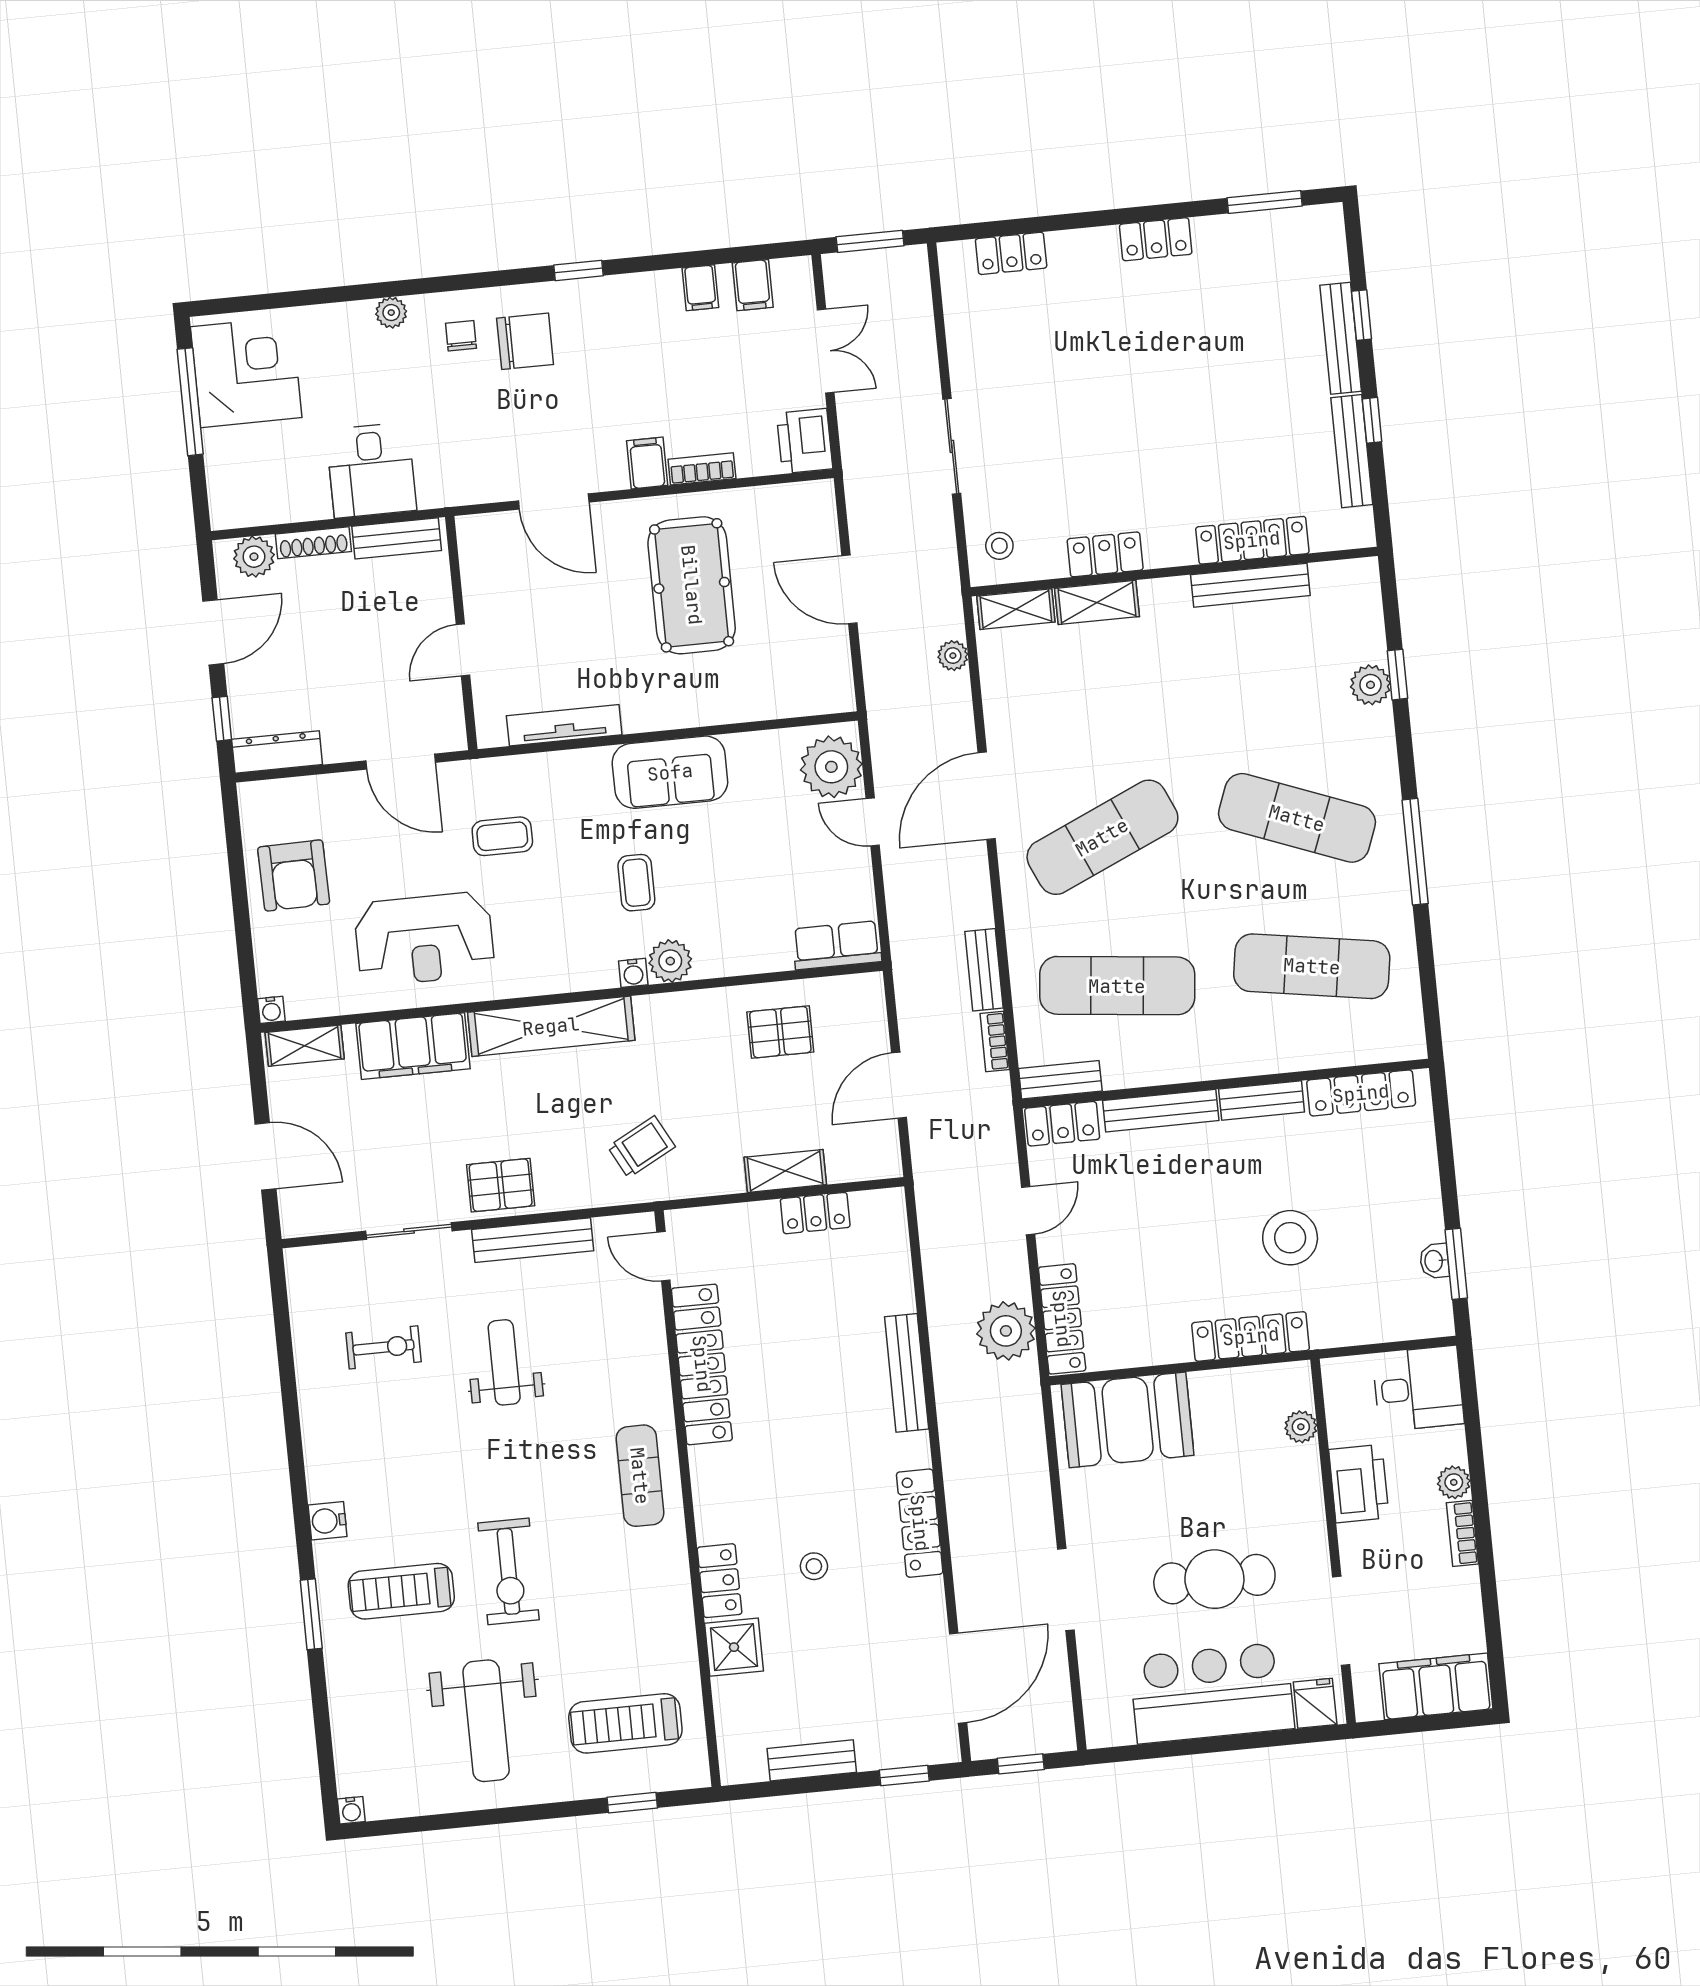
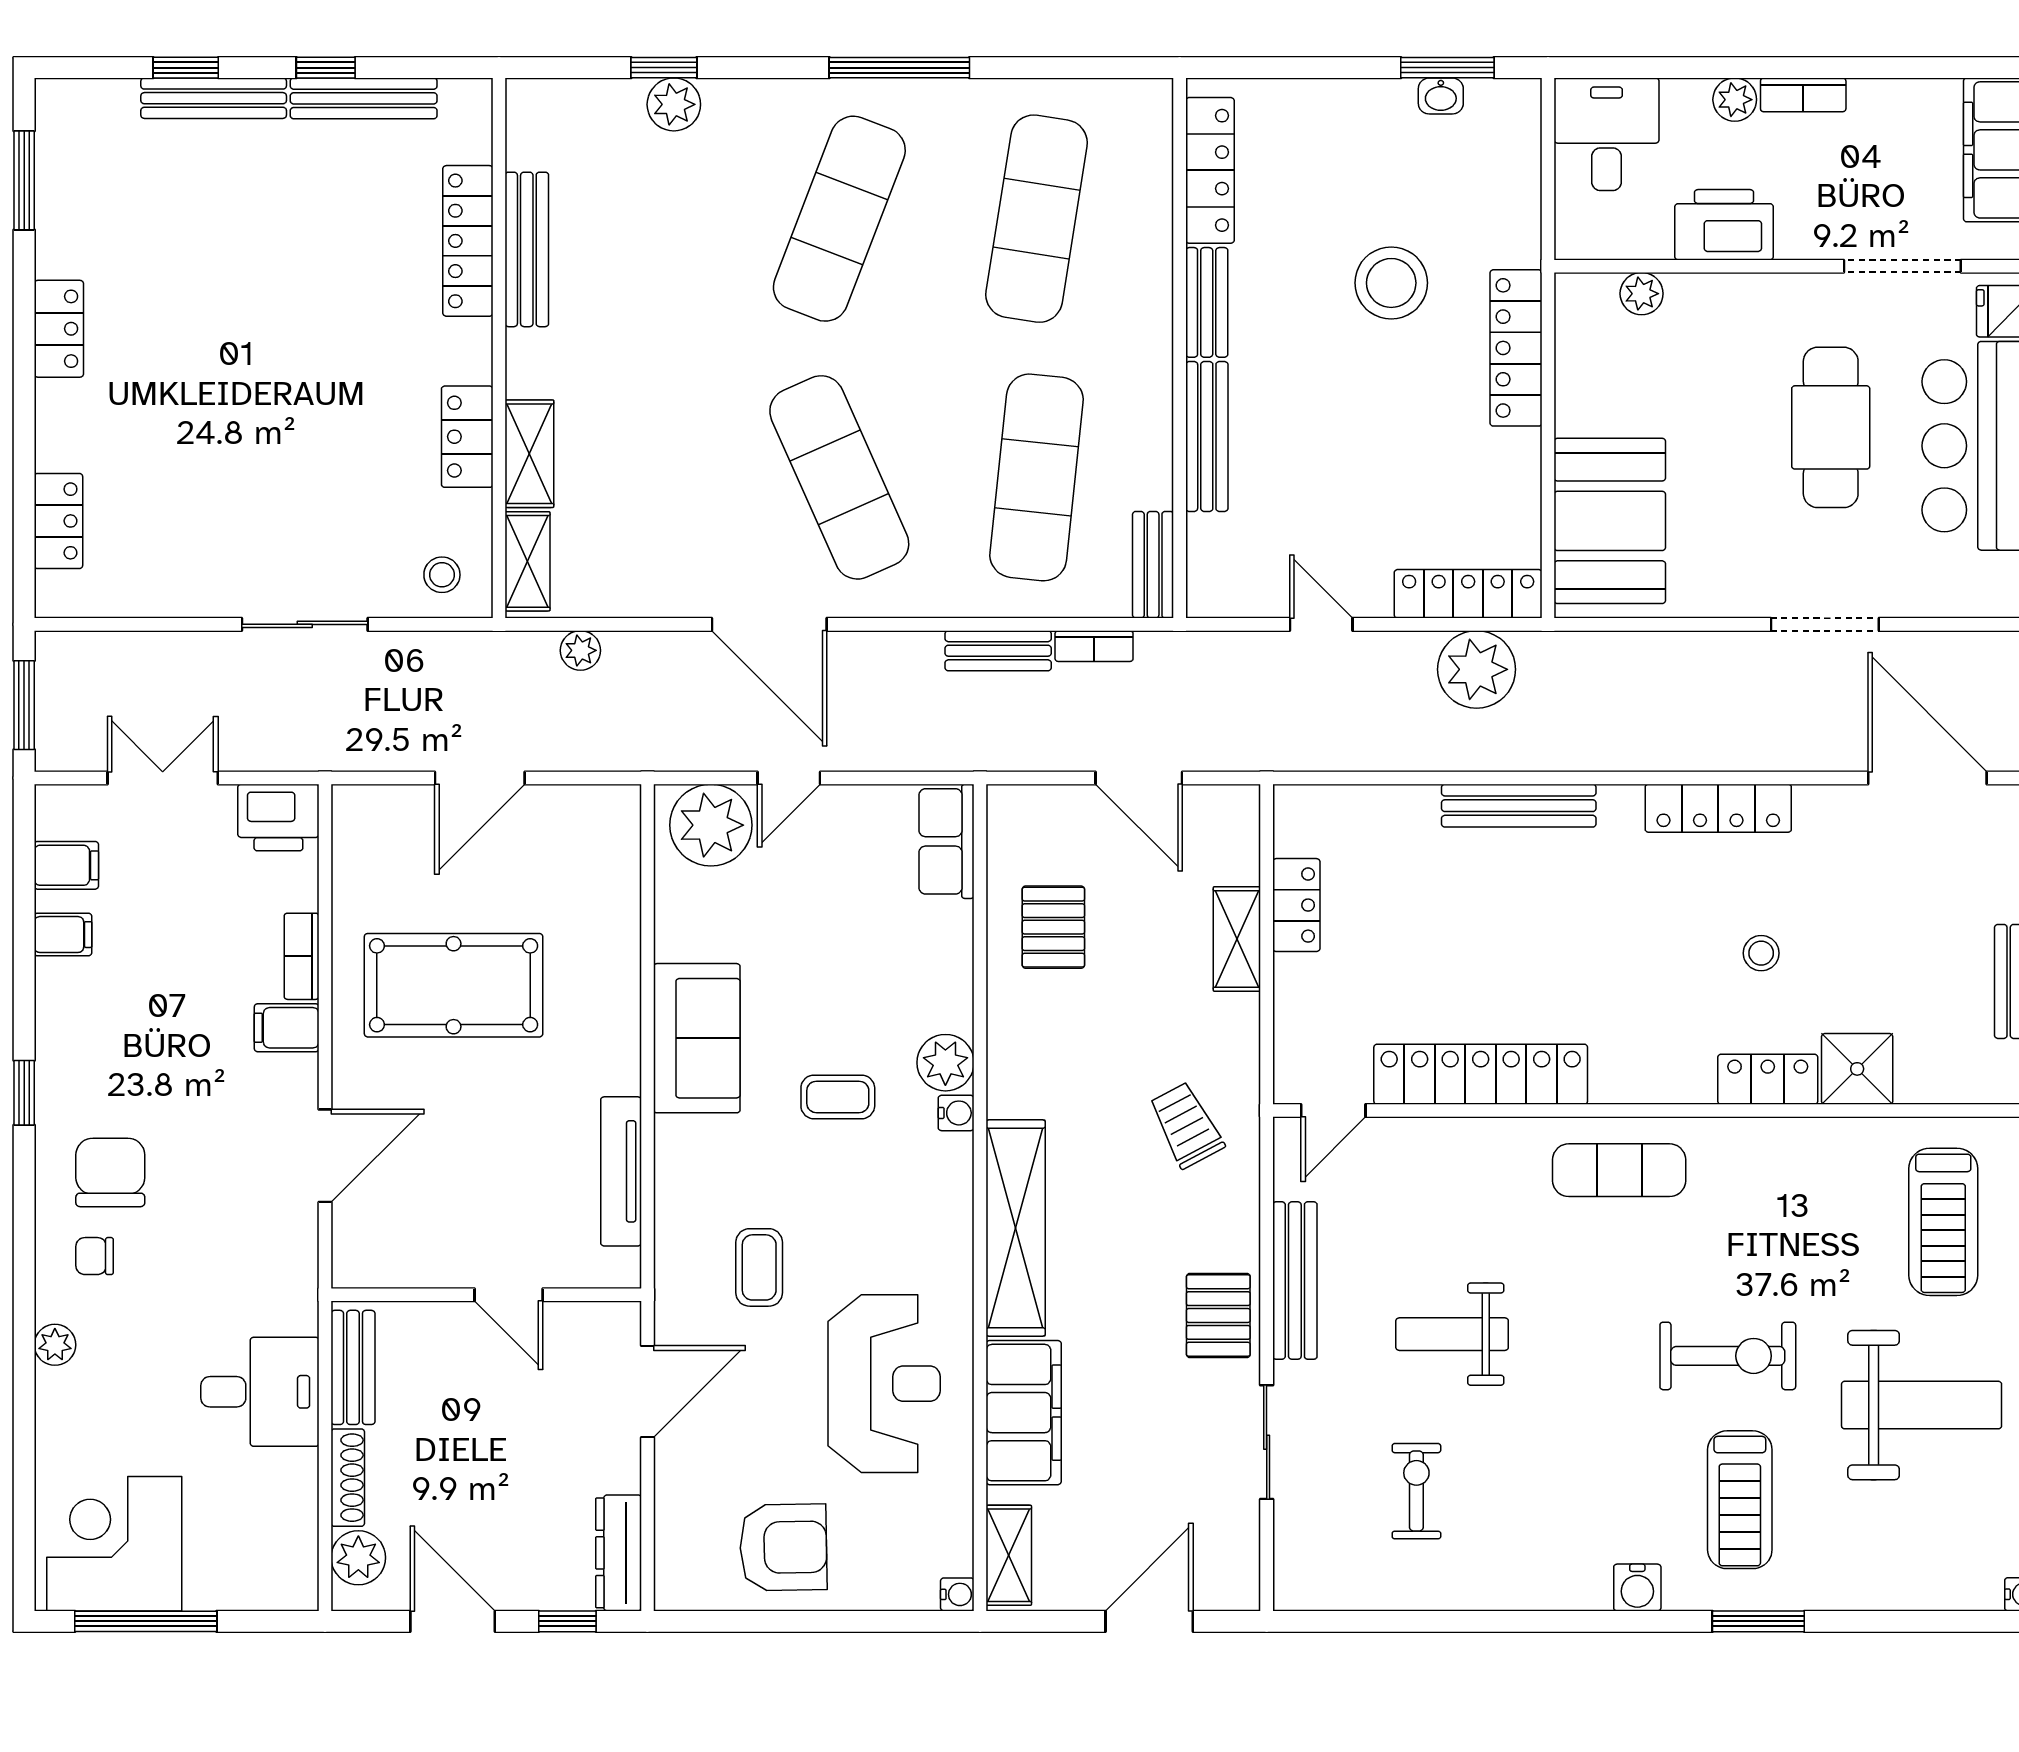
locker: (1062, 1124) -> (1211, 568), removed

